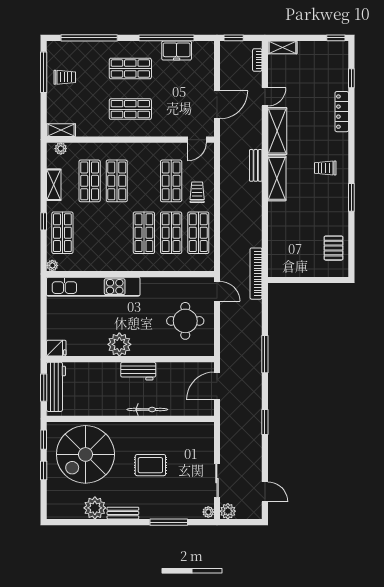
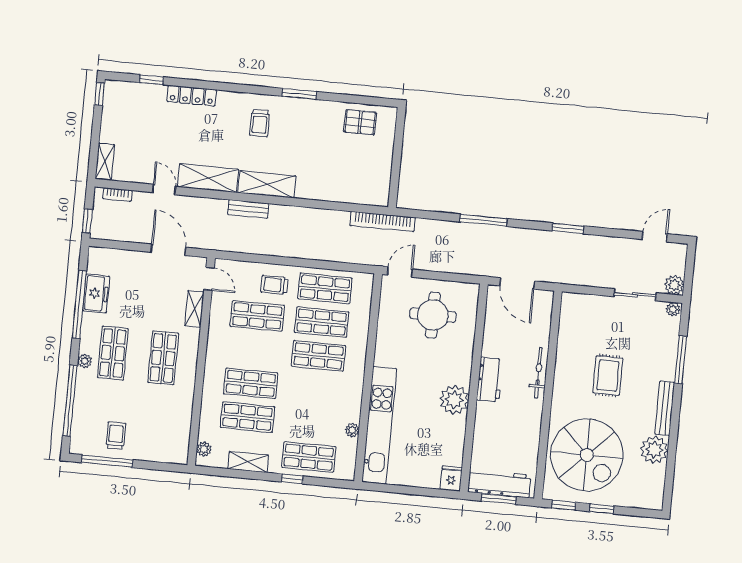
plant: (122, 47) -> (85, 361), added
shelving: (61, 130) -> (194, 309), moved
plant: (52, 265) -> (352, 430), moved
bench: (123, 513) -> (665, 408), width x1.36

